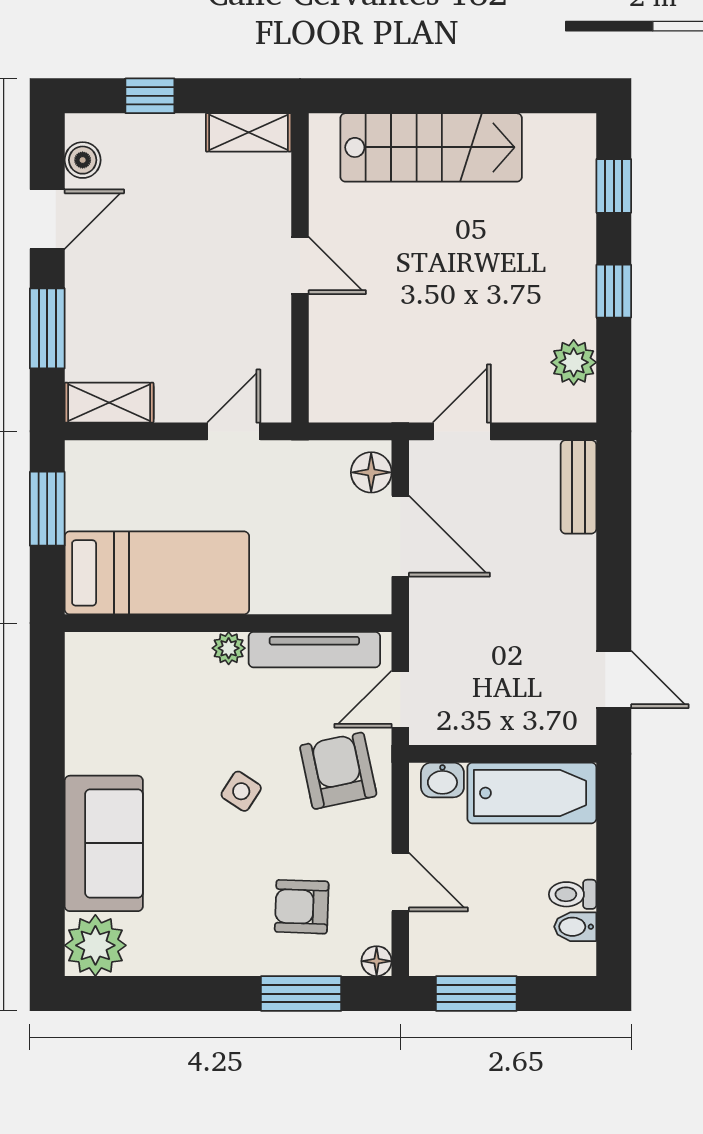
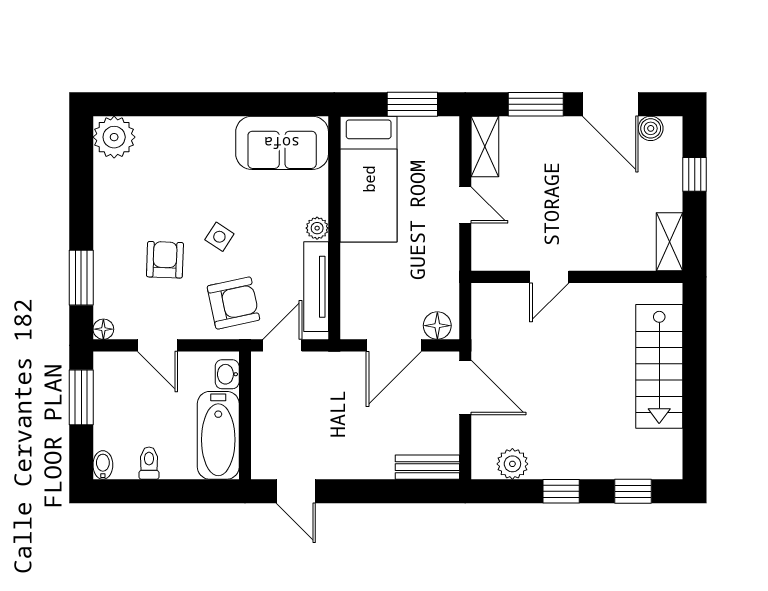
door: (47, 219) -> (610, 104), width x1.38
door: (300, 265) -> (549, 277), moved
door: (234, 431) -> (465, 205), moved
door: (462, 431) -> (465, 387), width x1.38
door: (614, 679) -> (296, 491), hinge flipped
door: (400, 699) -> (282, 345), hinge flipped
sofa: (104, 843) -> (282, 143), moved
door: (400, 882) -> (157, 345), hinge flipped
armchair: (302, 907) -> (165, 260), moved
bidet: (575, 927) -> (103, 465), moved

